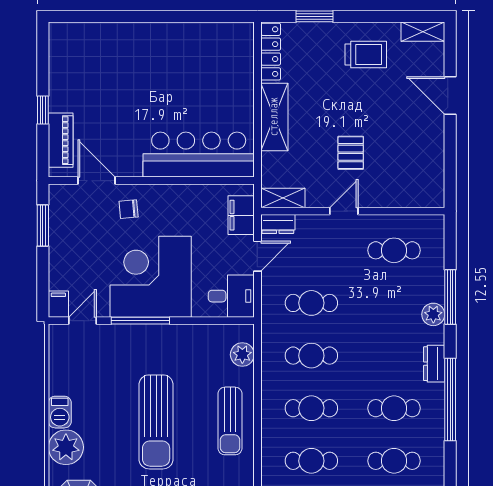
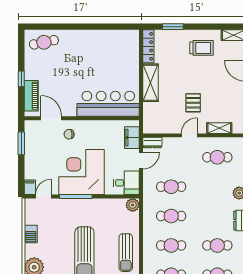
cafe table: (84, 44) -> (44, 42), added
shelving: (283, 198) -> (219, 128), moved
plant: (242, 355) -> (133, 205), moved
barbecue: (60, 412) -> (31, 234), moved

